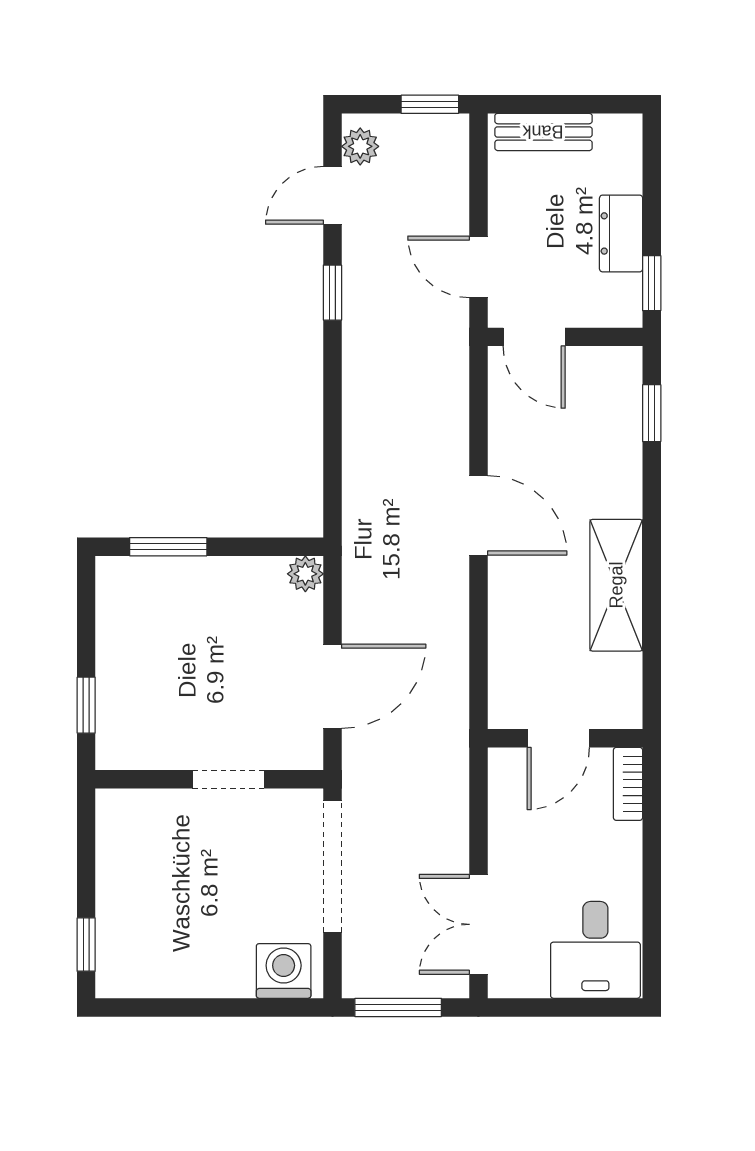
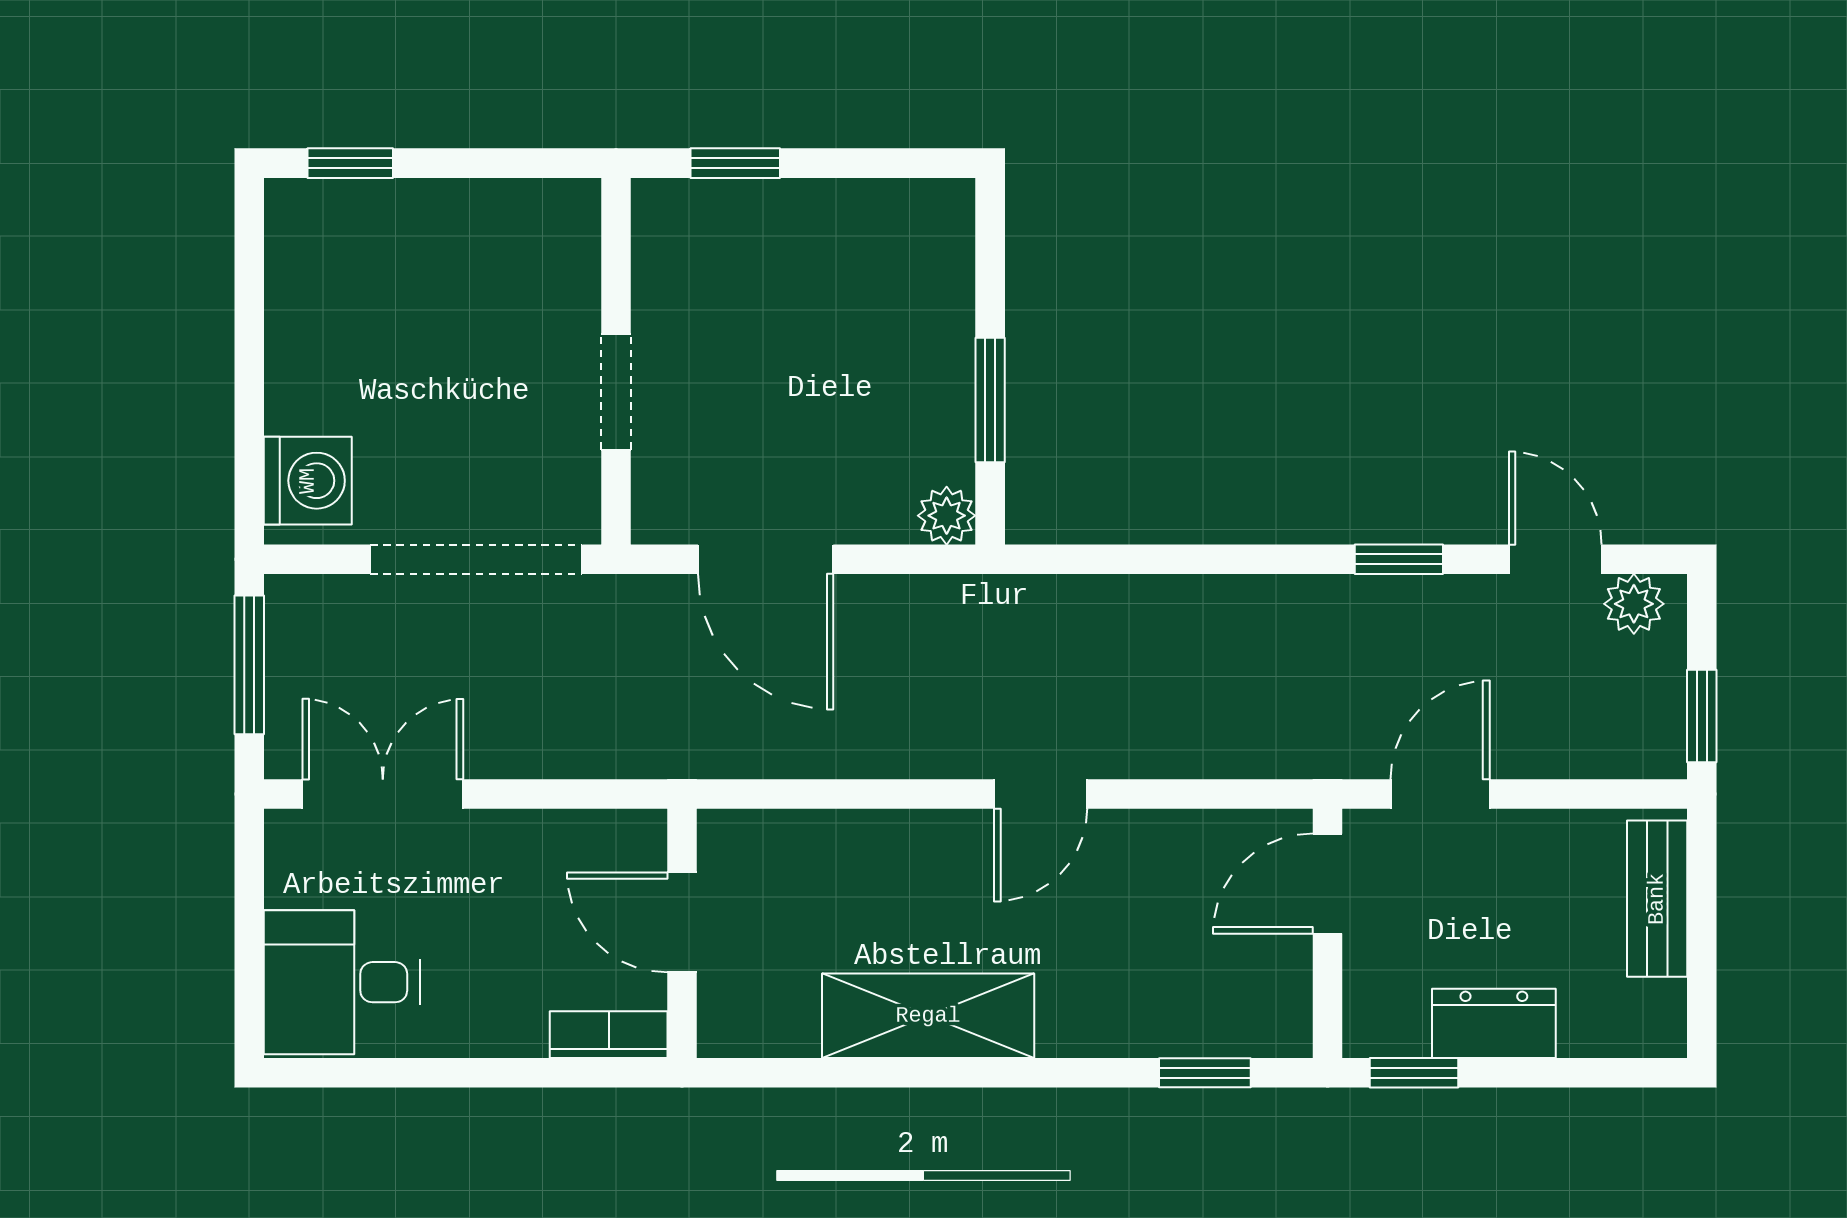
door: (478, 515) -> (1041, 794), width x0.73
window: (168, 547) -> (990, 400), moved

